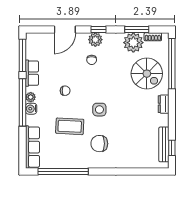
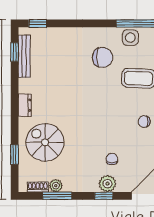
plant: (133, 43) -> (56, 186), width x0.53, depth x0.53
window: (172, 64) -> (15, 154), width x0.32
side table: (99, 110) -> (130, 38), moved
window: (153, 172) -> (38, 23), added

